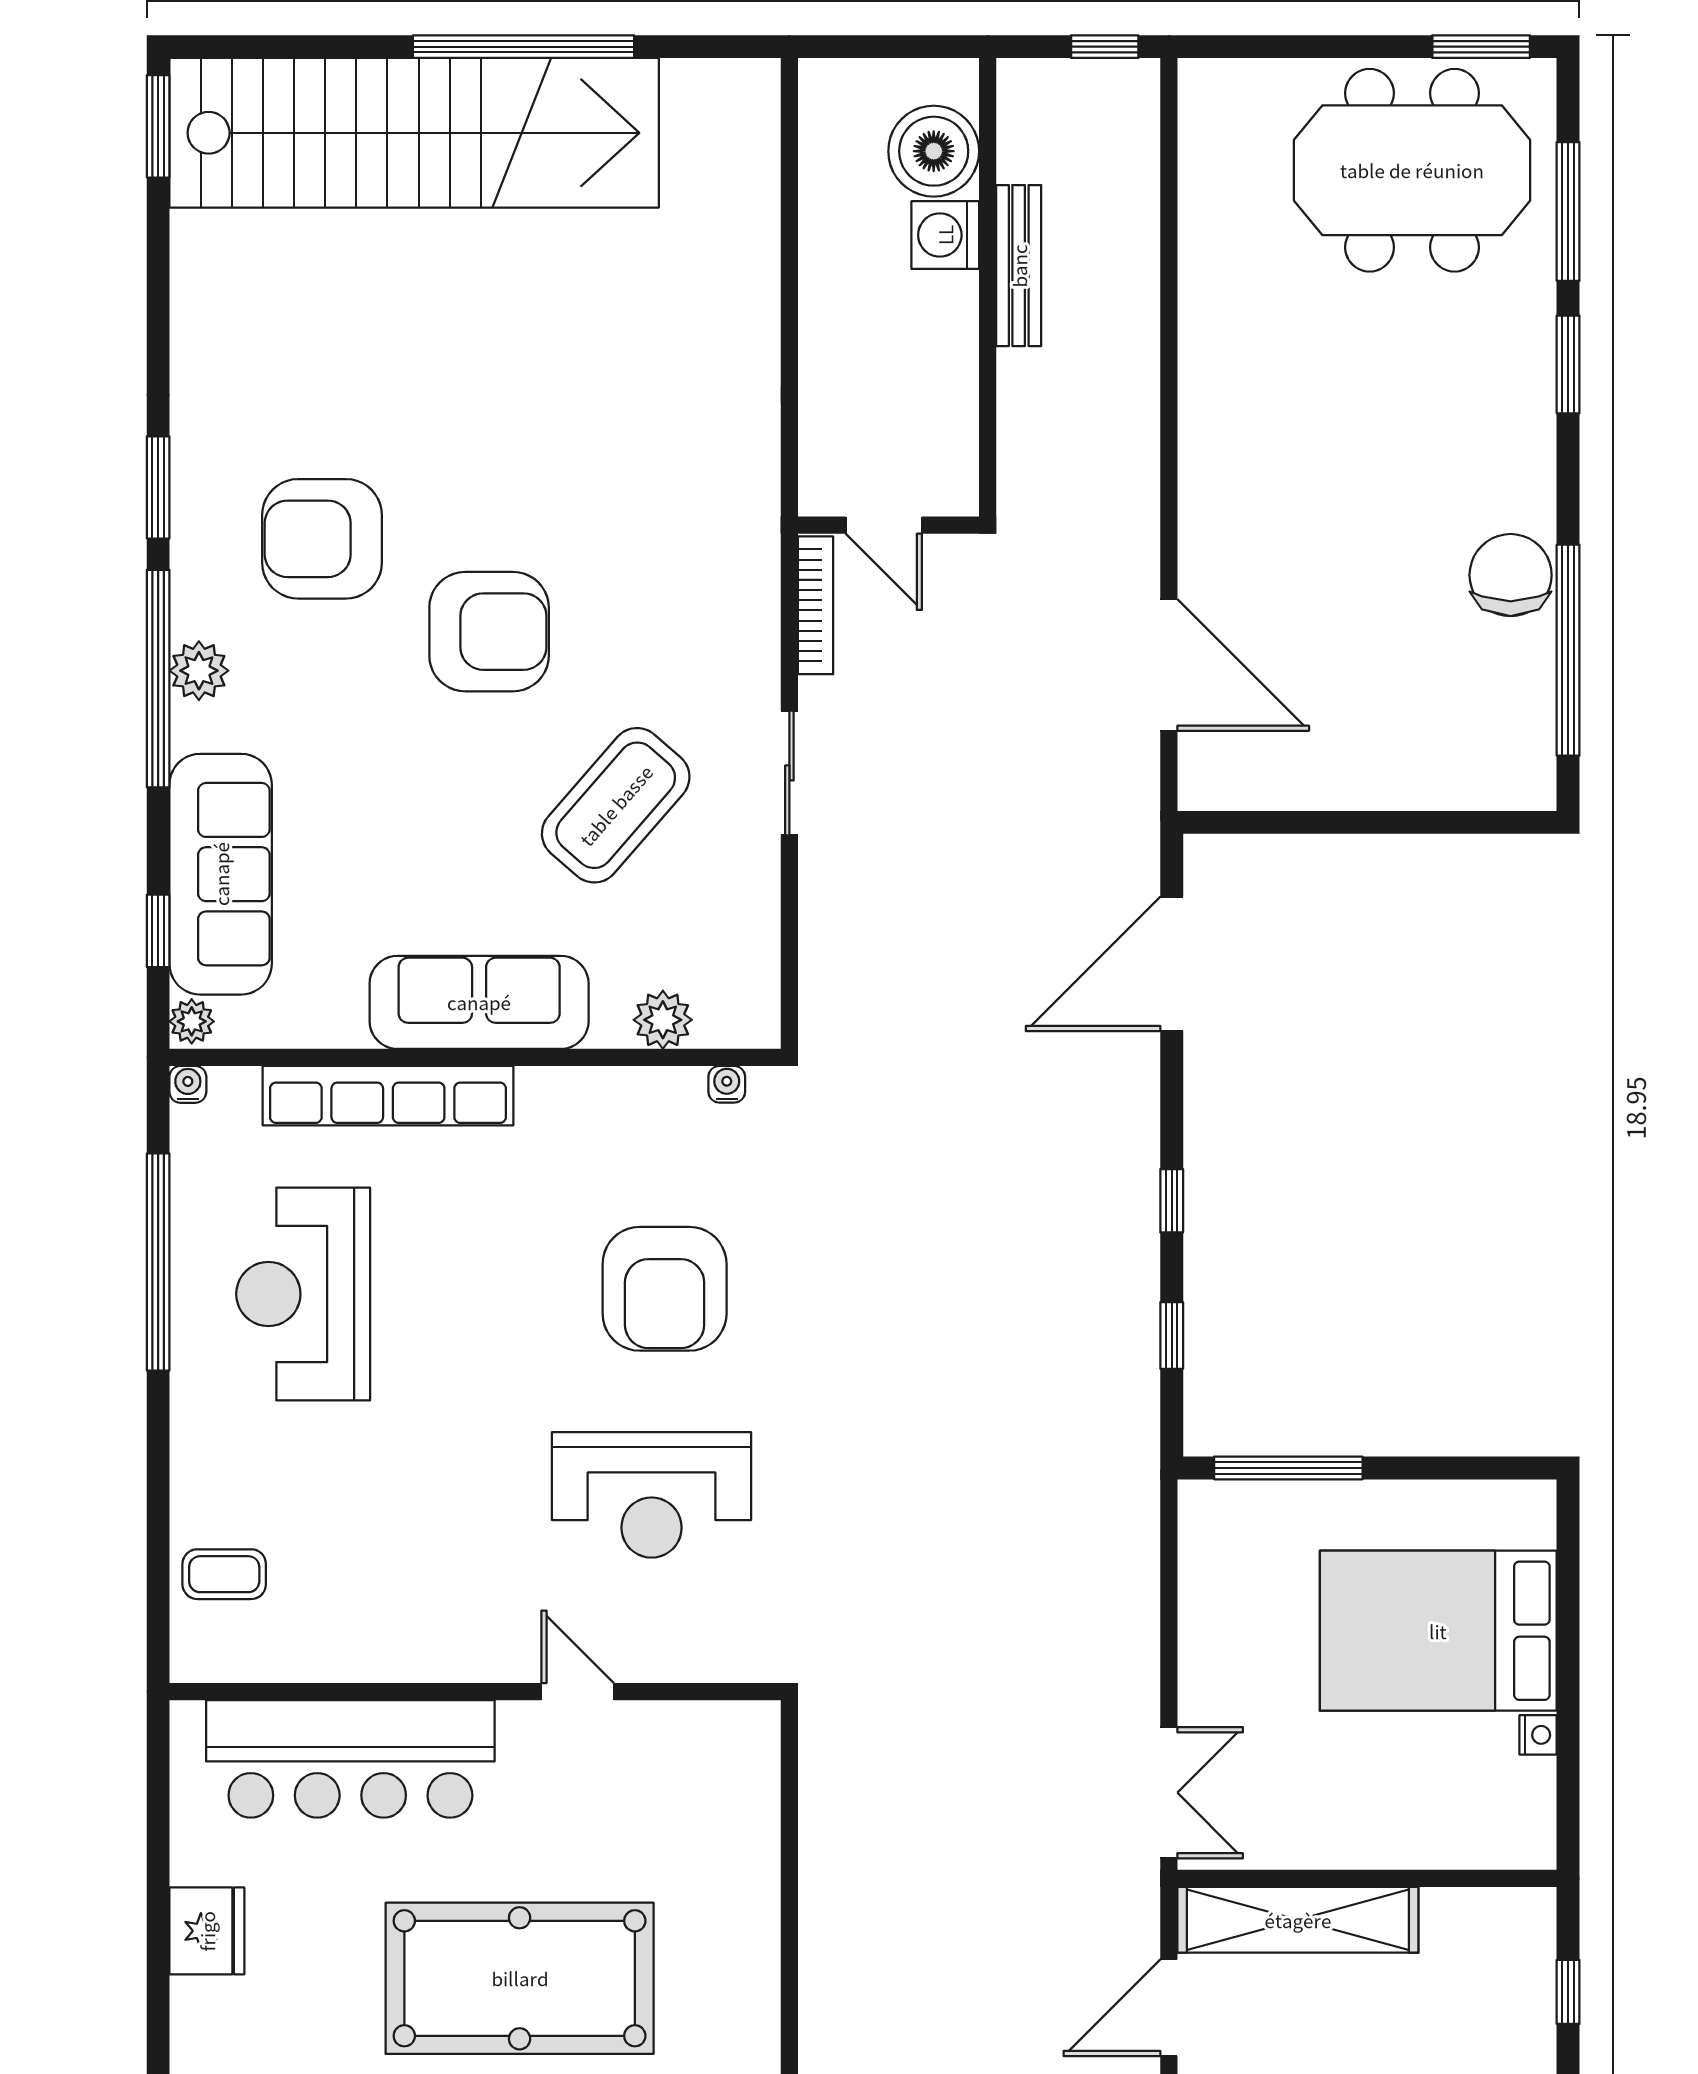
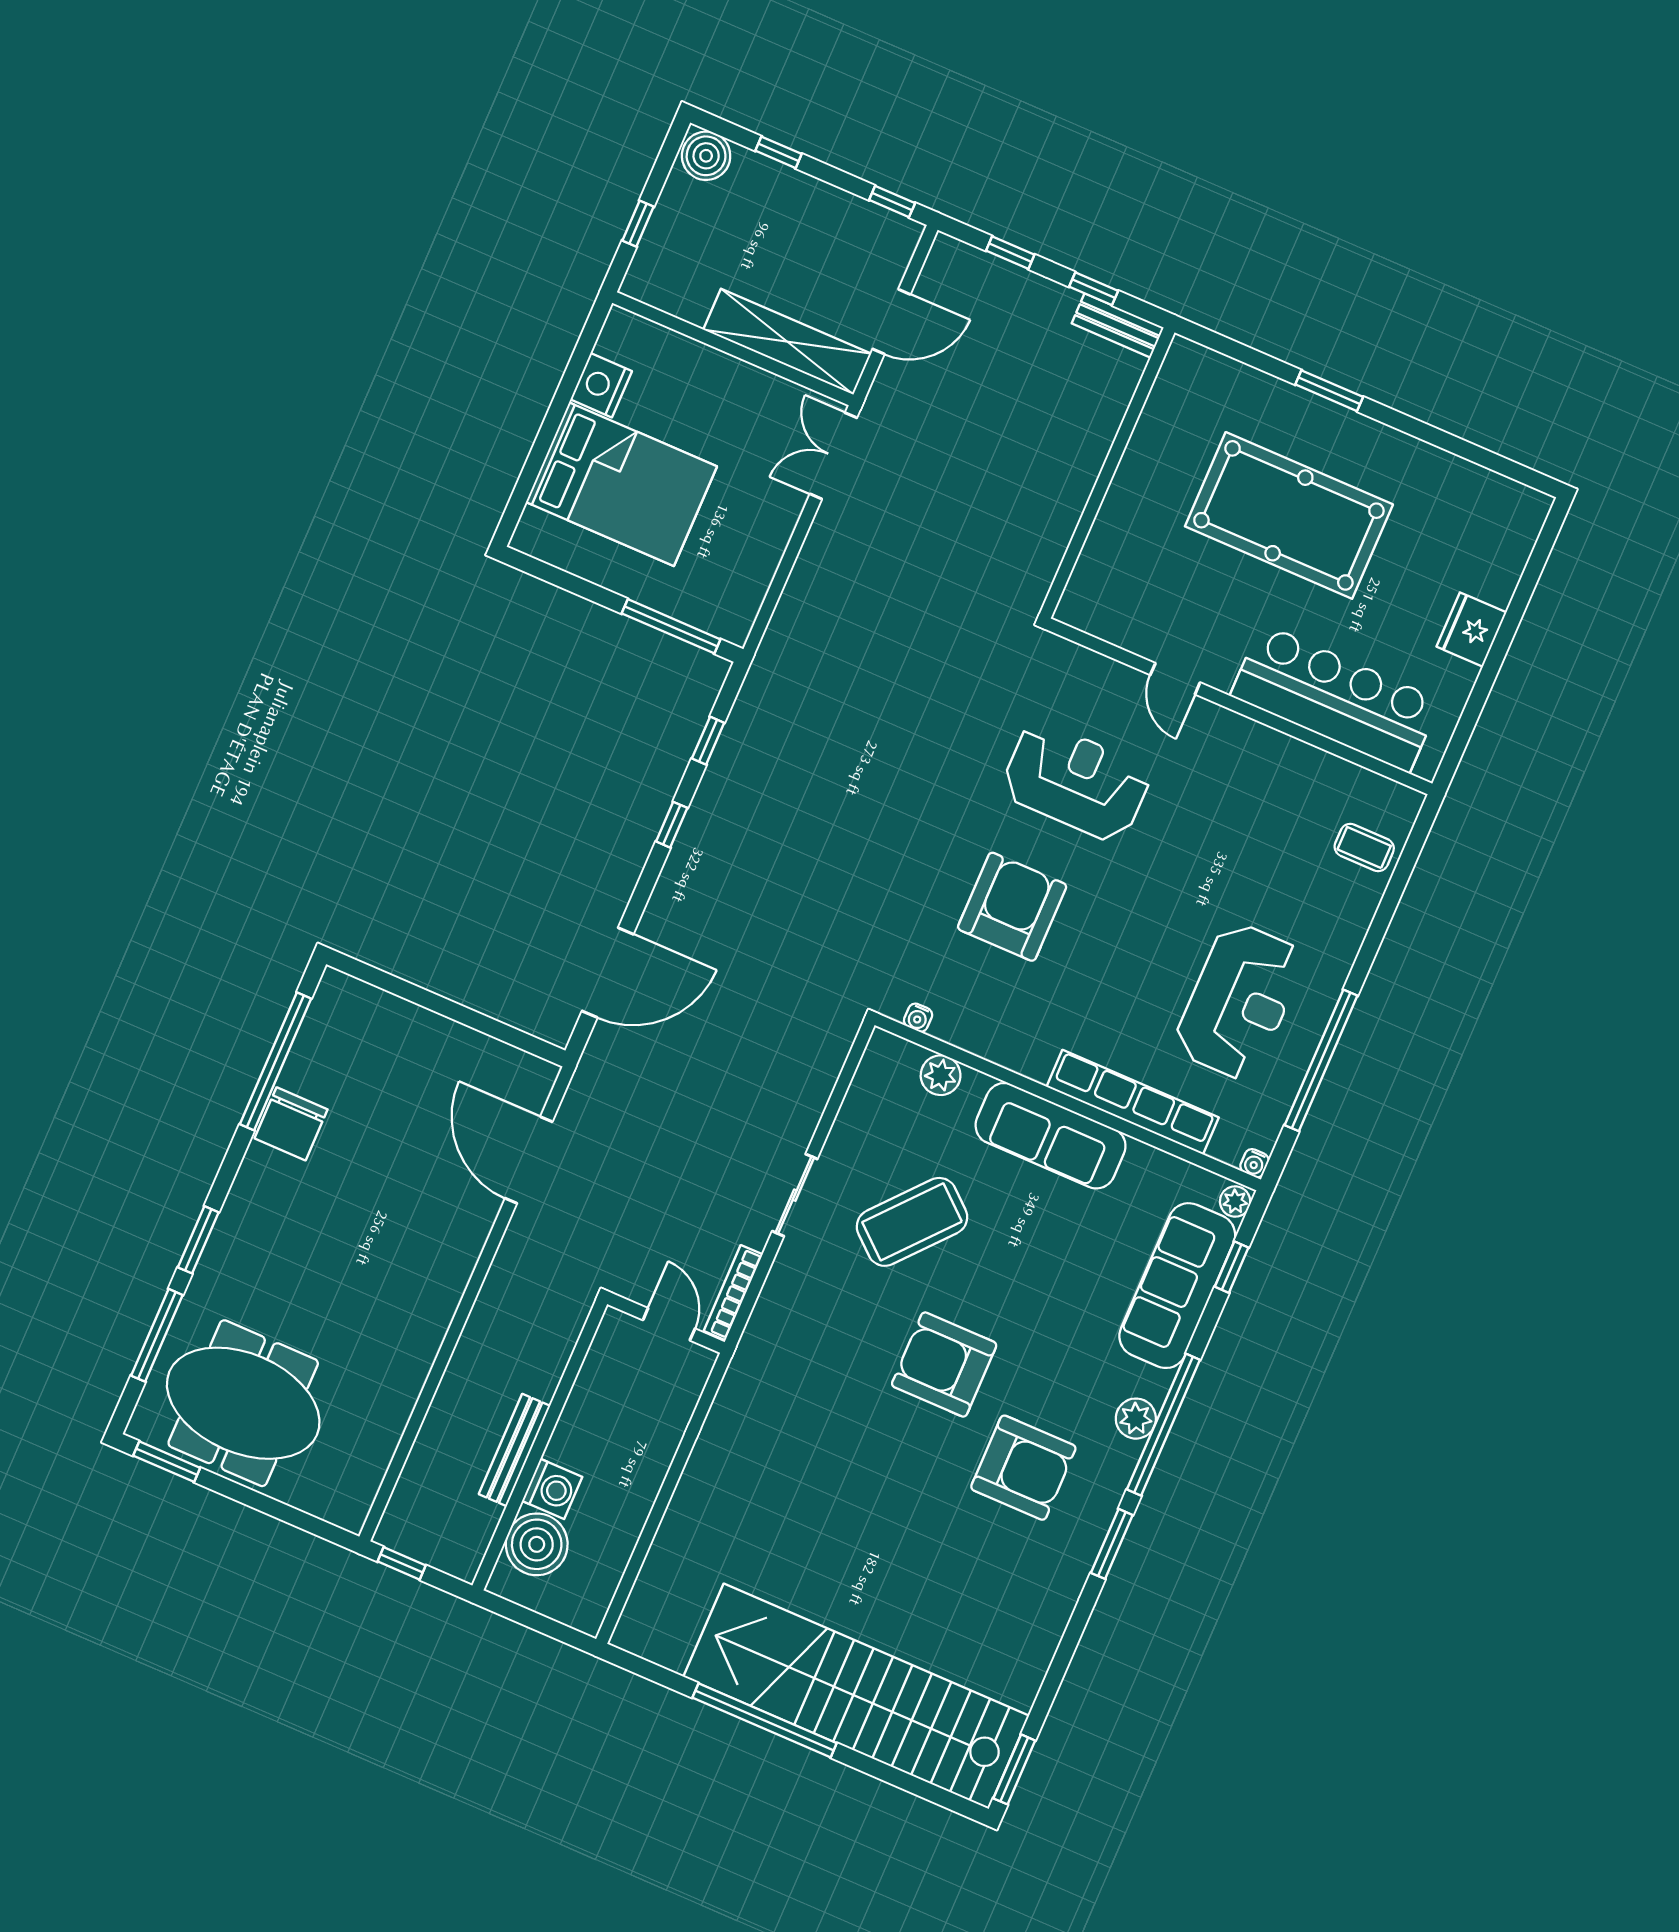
nightstand: (1538, 1735) -> (601, 385), width x1.89, depth x1.79

